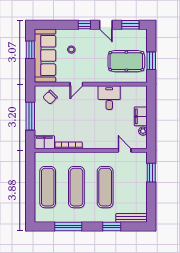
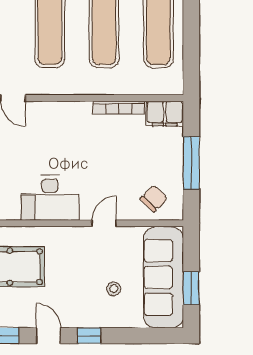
desk: (109, 98) -> (50, 198), width x1.37

